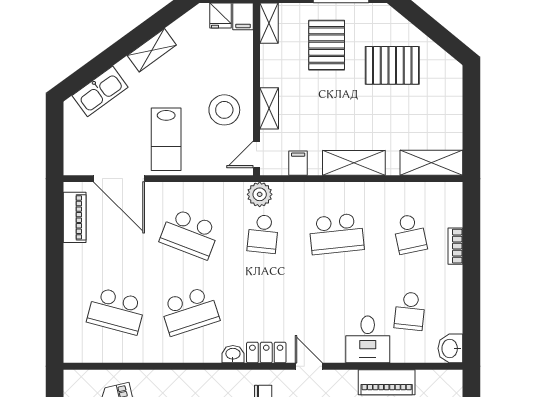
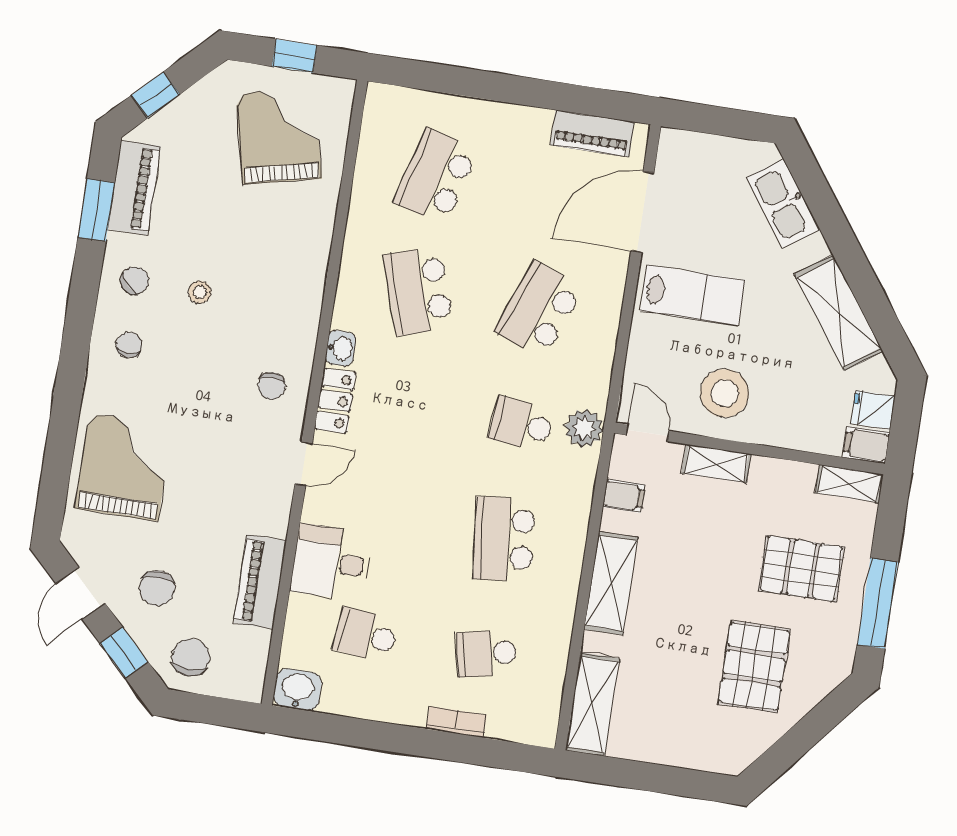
shelving: (152, 50) -> (839, 313), width x1.50, depth x1.33
lab bench: (166, 139) -> (693, 295), turned 180

